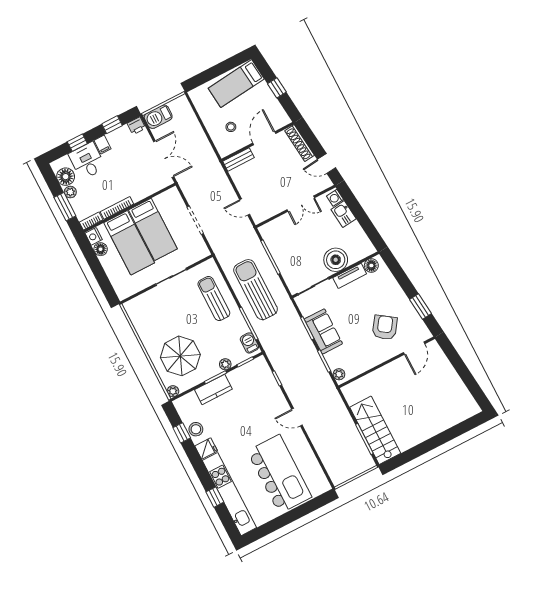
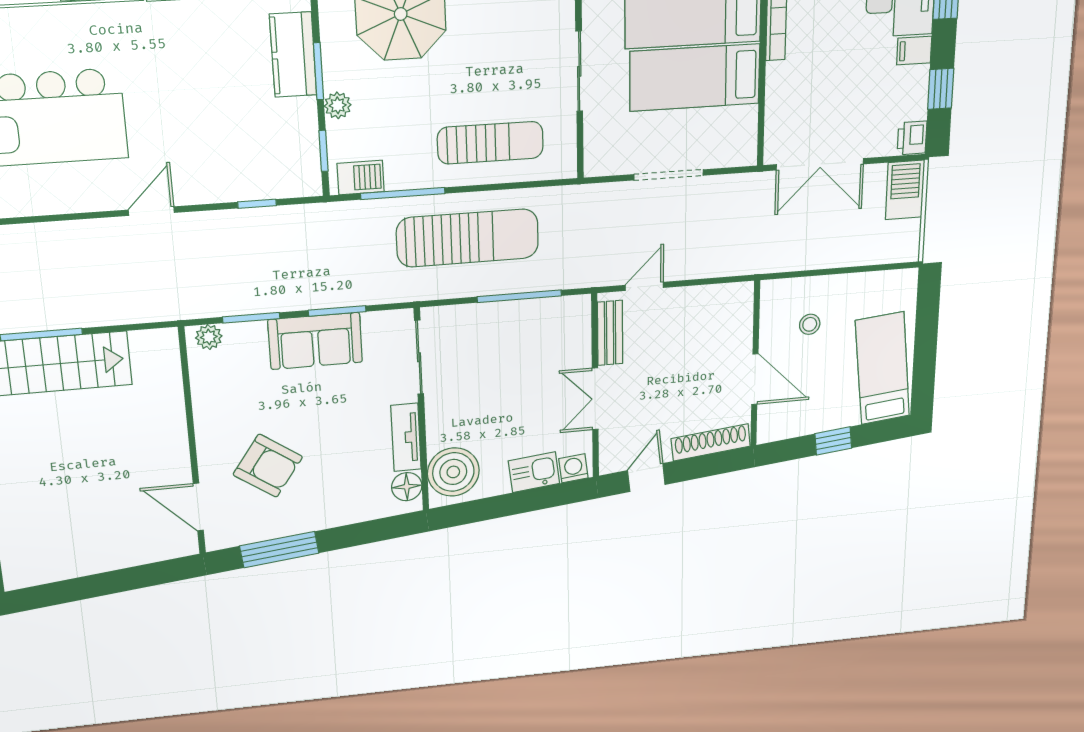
bench: (239, 159) -> (610, 333), moved
boiler: (336, 260) -> (453, 472), moved
window: (420, 307) -> (279, 550), width x1.44

